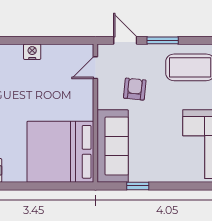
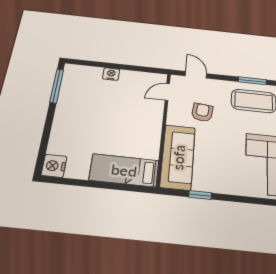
window: (163, 40) -> (252, 81), moved
bed: (60, 152) -> (124, 170), width x0.49

